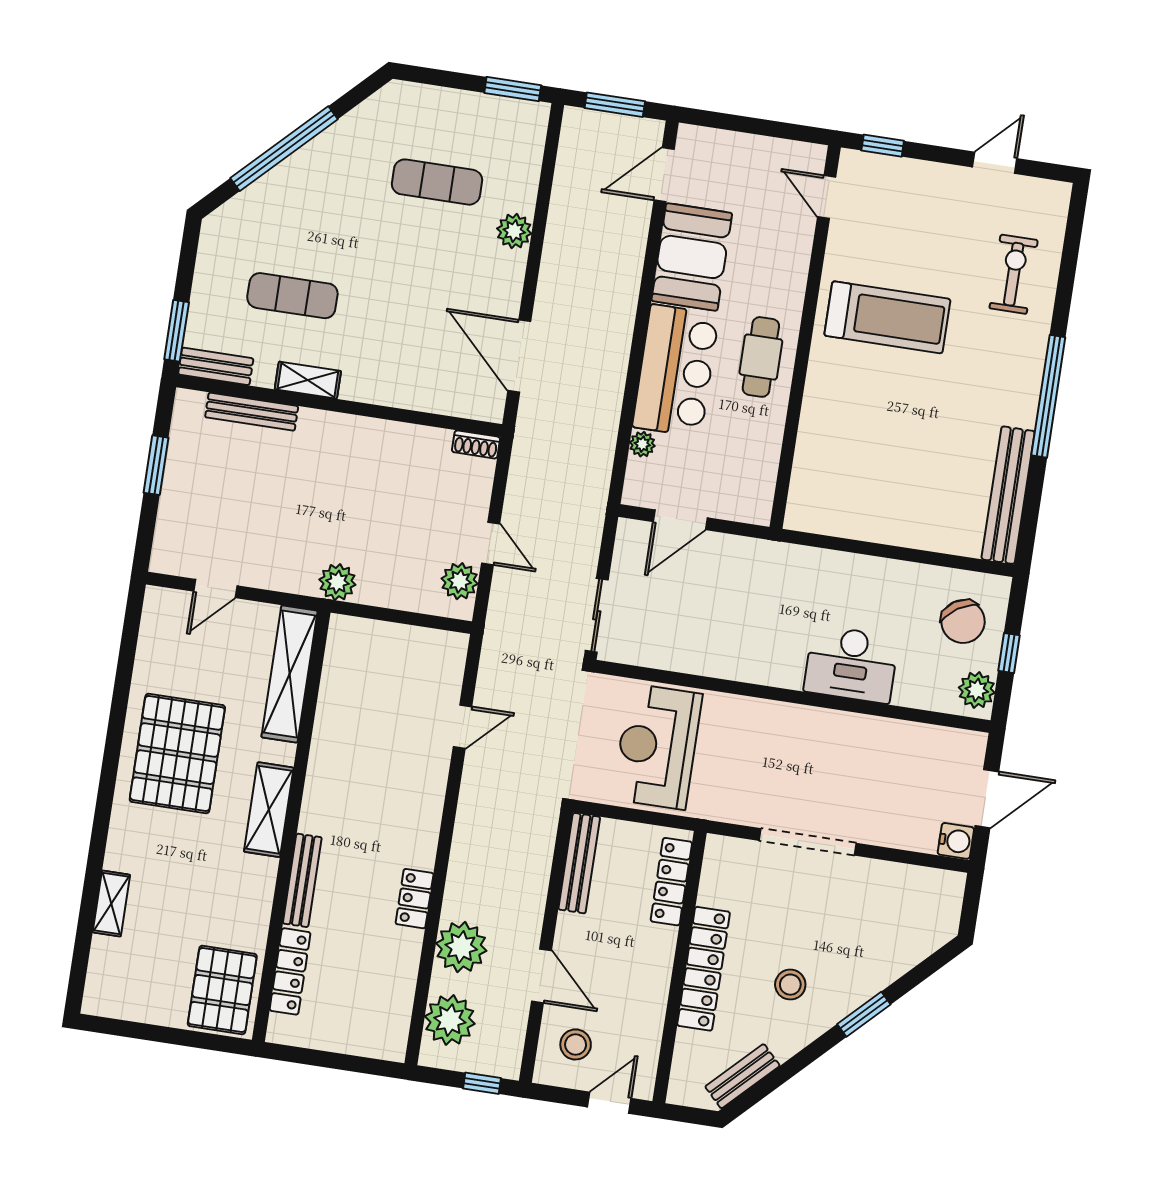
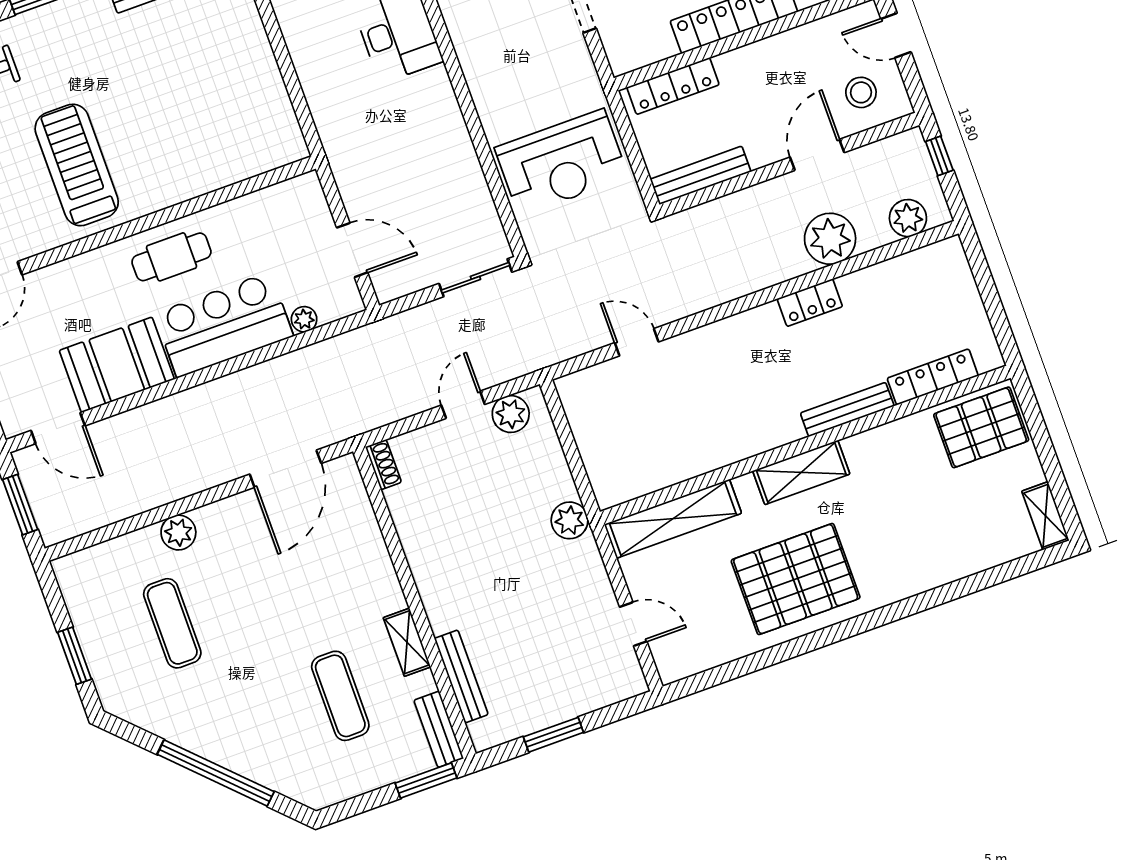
window: (513, 89) -> (75, 656), moved
shelving: (111, 904) -> (1045, 516), moved, turned 90
plant: (450, 1020) -> (908, 218), width x0.73, depth x0.73

